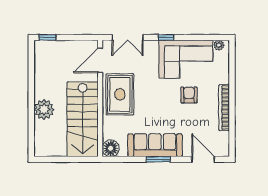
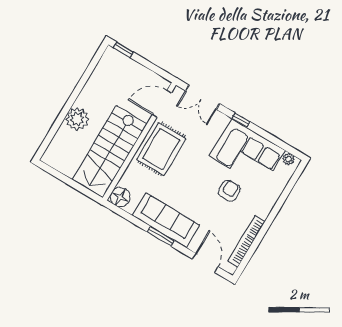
bookcase: (224, 108) -> (246, 241), moved

